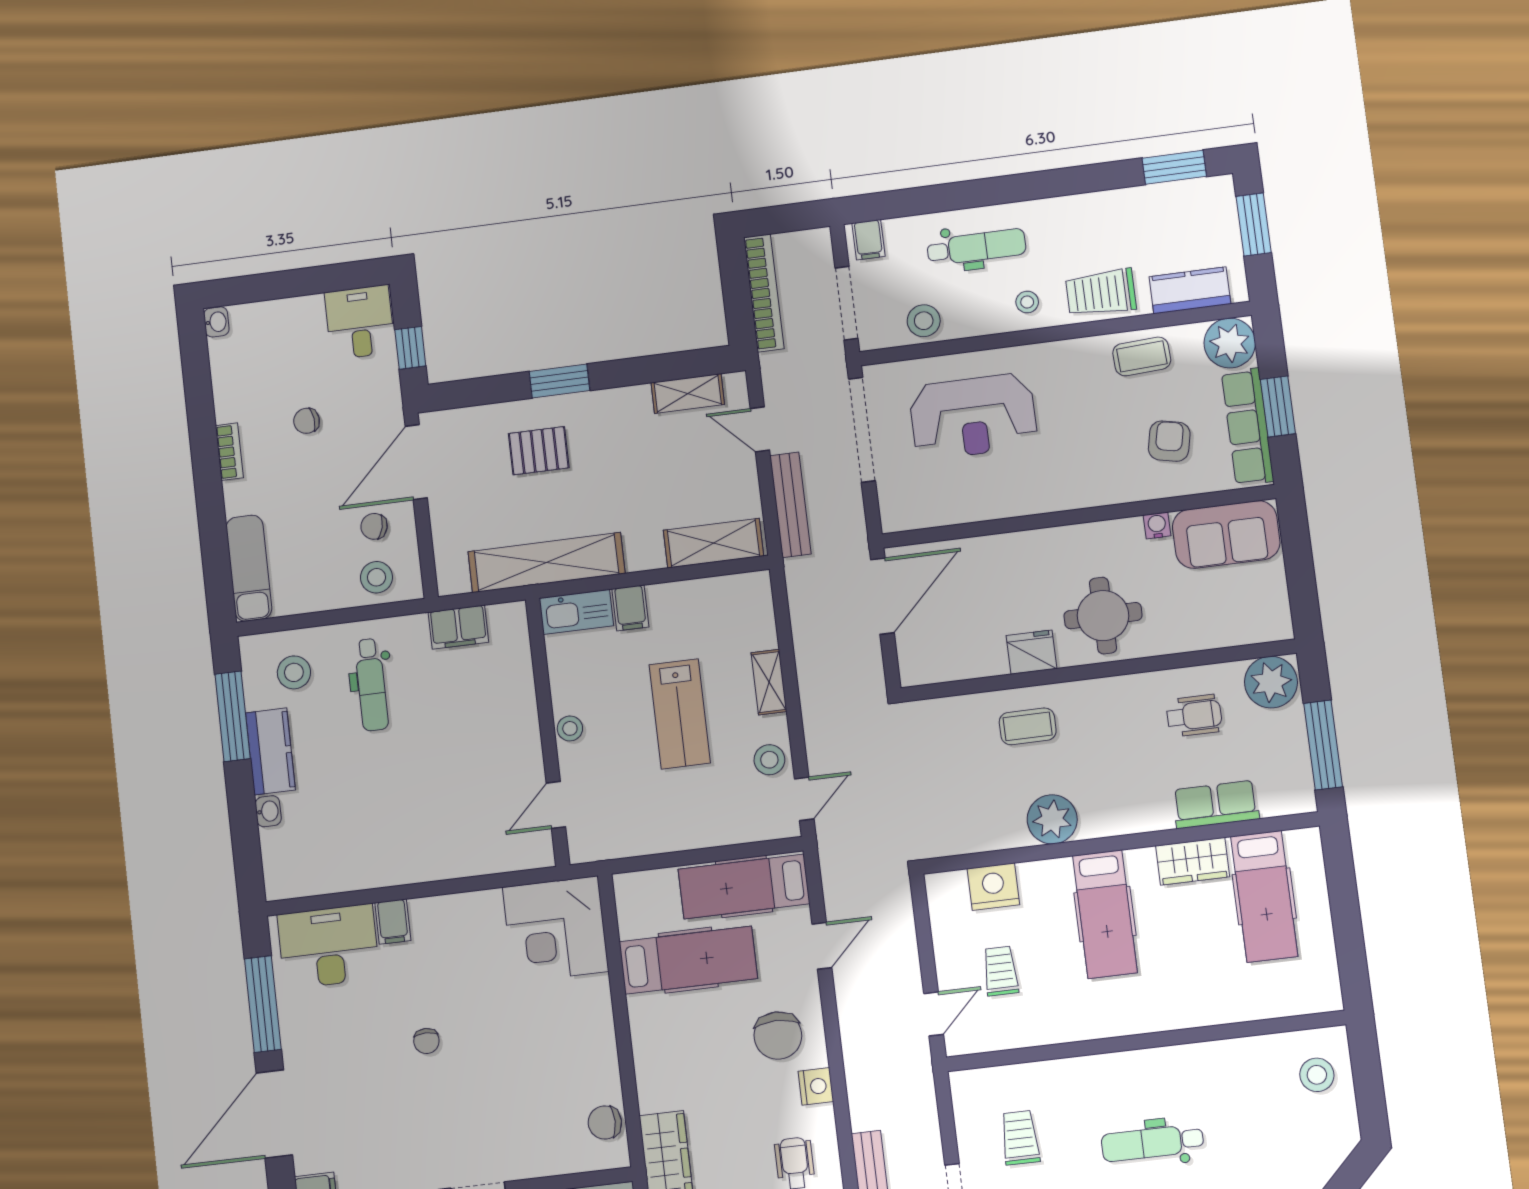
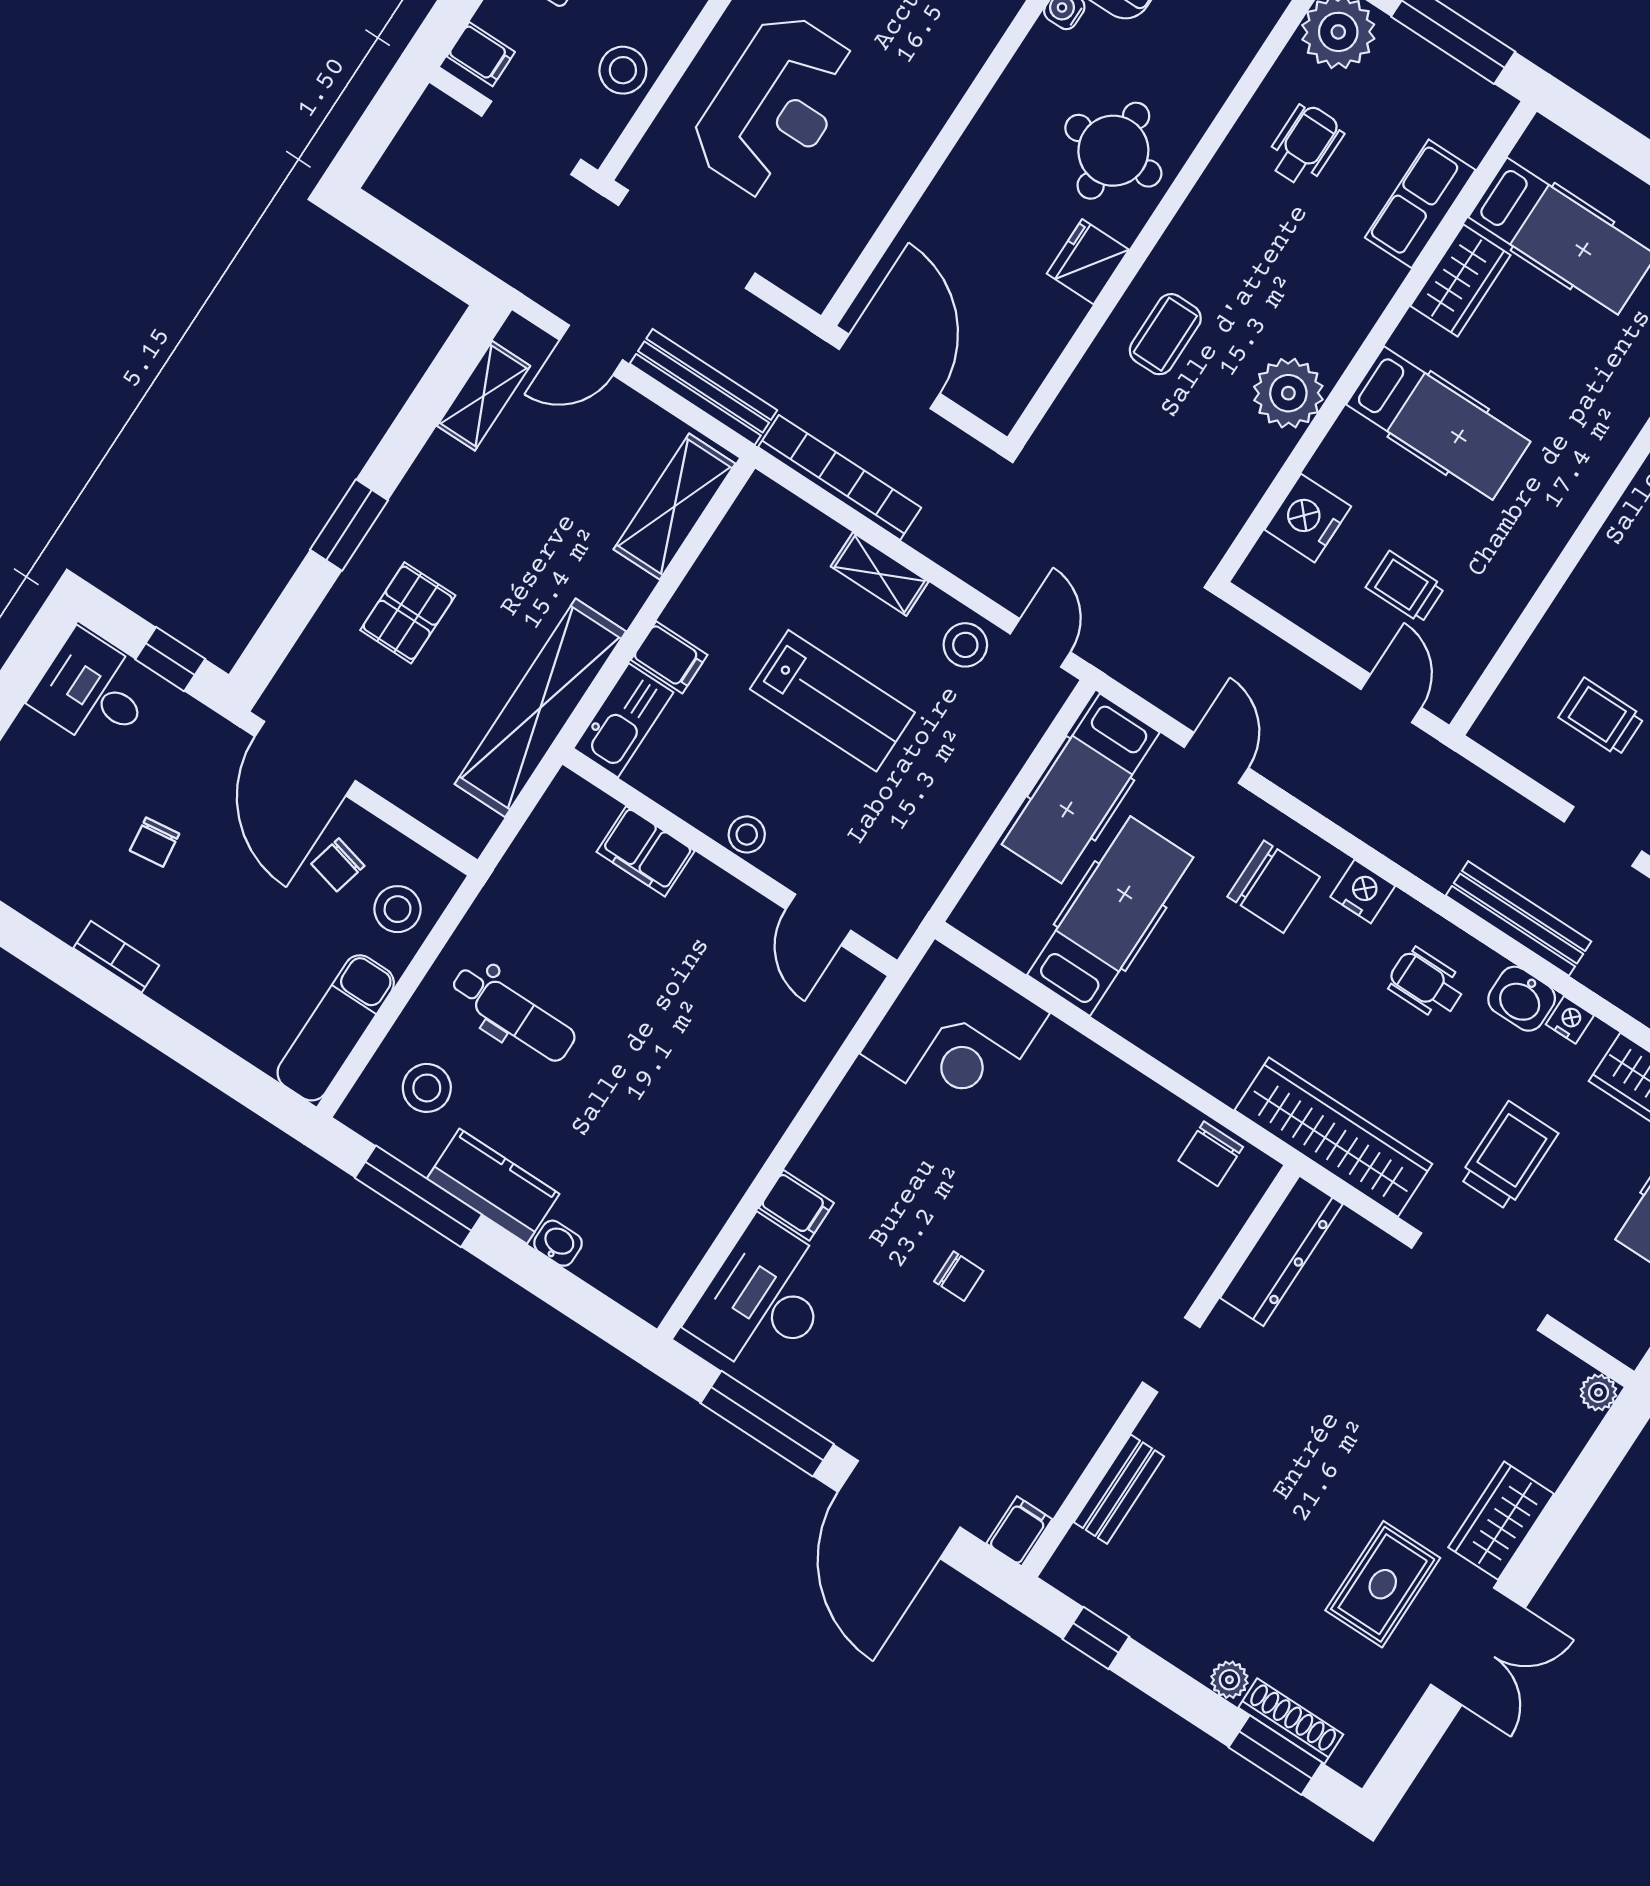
bookcase: (764, 293) -> (840, 477), moved
exam couch: (249, 568) -> (336, 1028), moved, turned -90
filing cabinet: (458, 627) -> (646, 851), moved, turned 90

